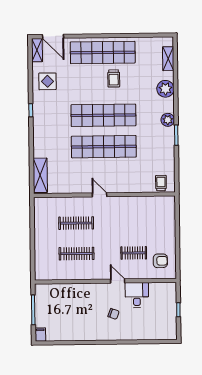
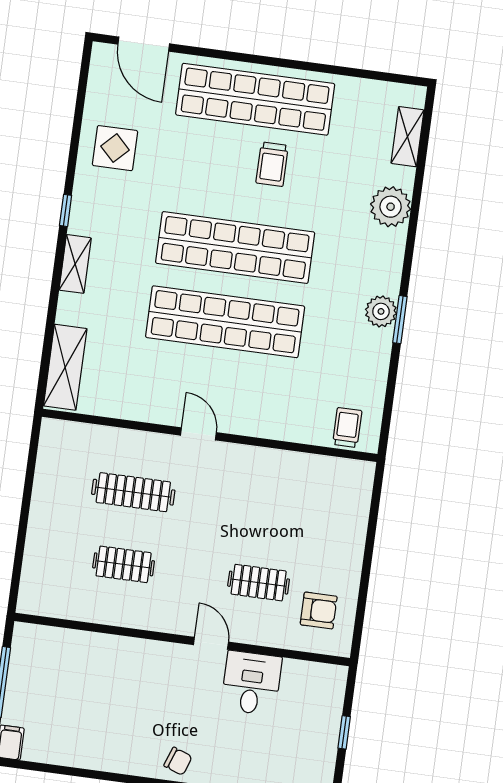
shelving: (37, 50) -> (75, 264), moved
plant: (168, 120) -> (381, 311), moved
clothes rail: (77, 254) -> (124, 564), width x0.73
chair: (114, 314) -> (178, 761), moved

